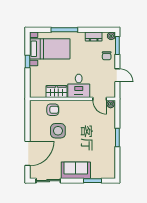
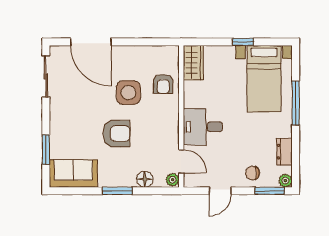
wardrobe: (56, 92) -> (193, 63), moved
door: (100, 99) -> (181, 161), swing flipped
floor lamp: (110, 121) -> (145, 179), added
armchair: (83, 138) -> (116, 134), added
sofa: (76, 170) -> (73, 173), moved, turned -90

